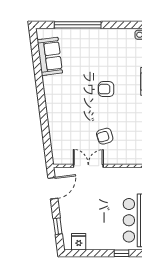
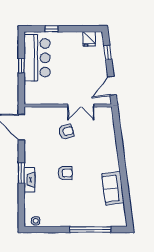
sofa: (50, 56) -> (113, 188), moved

